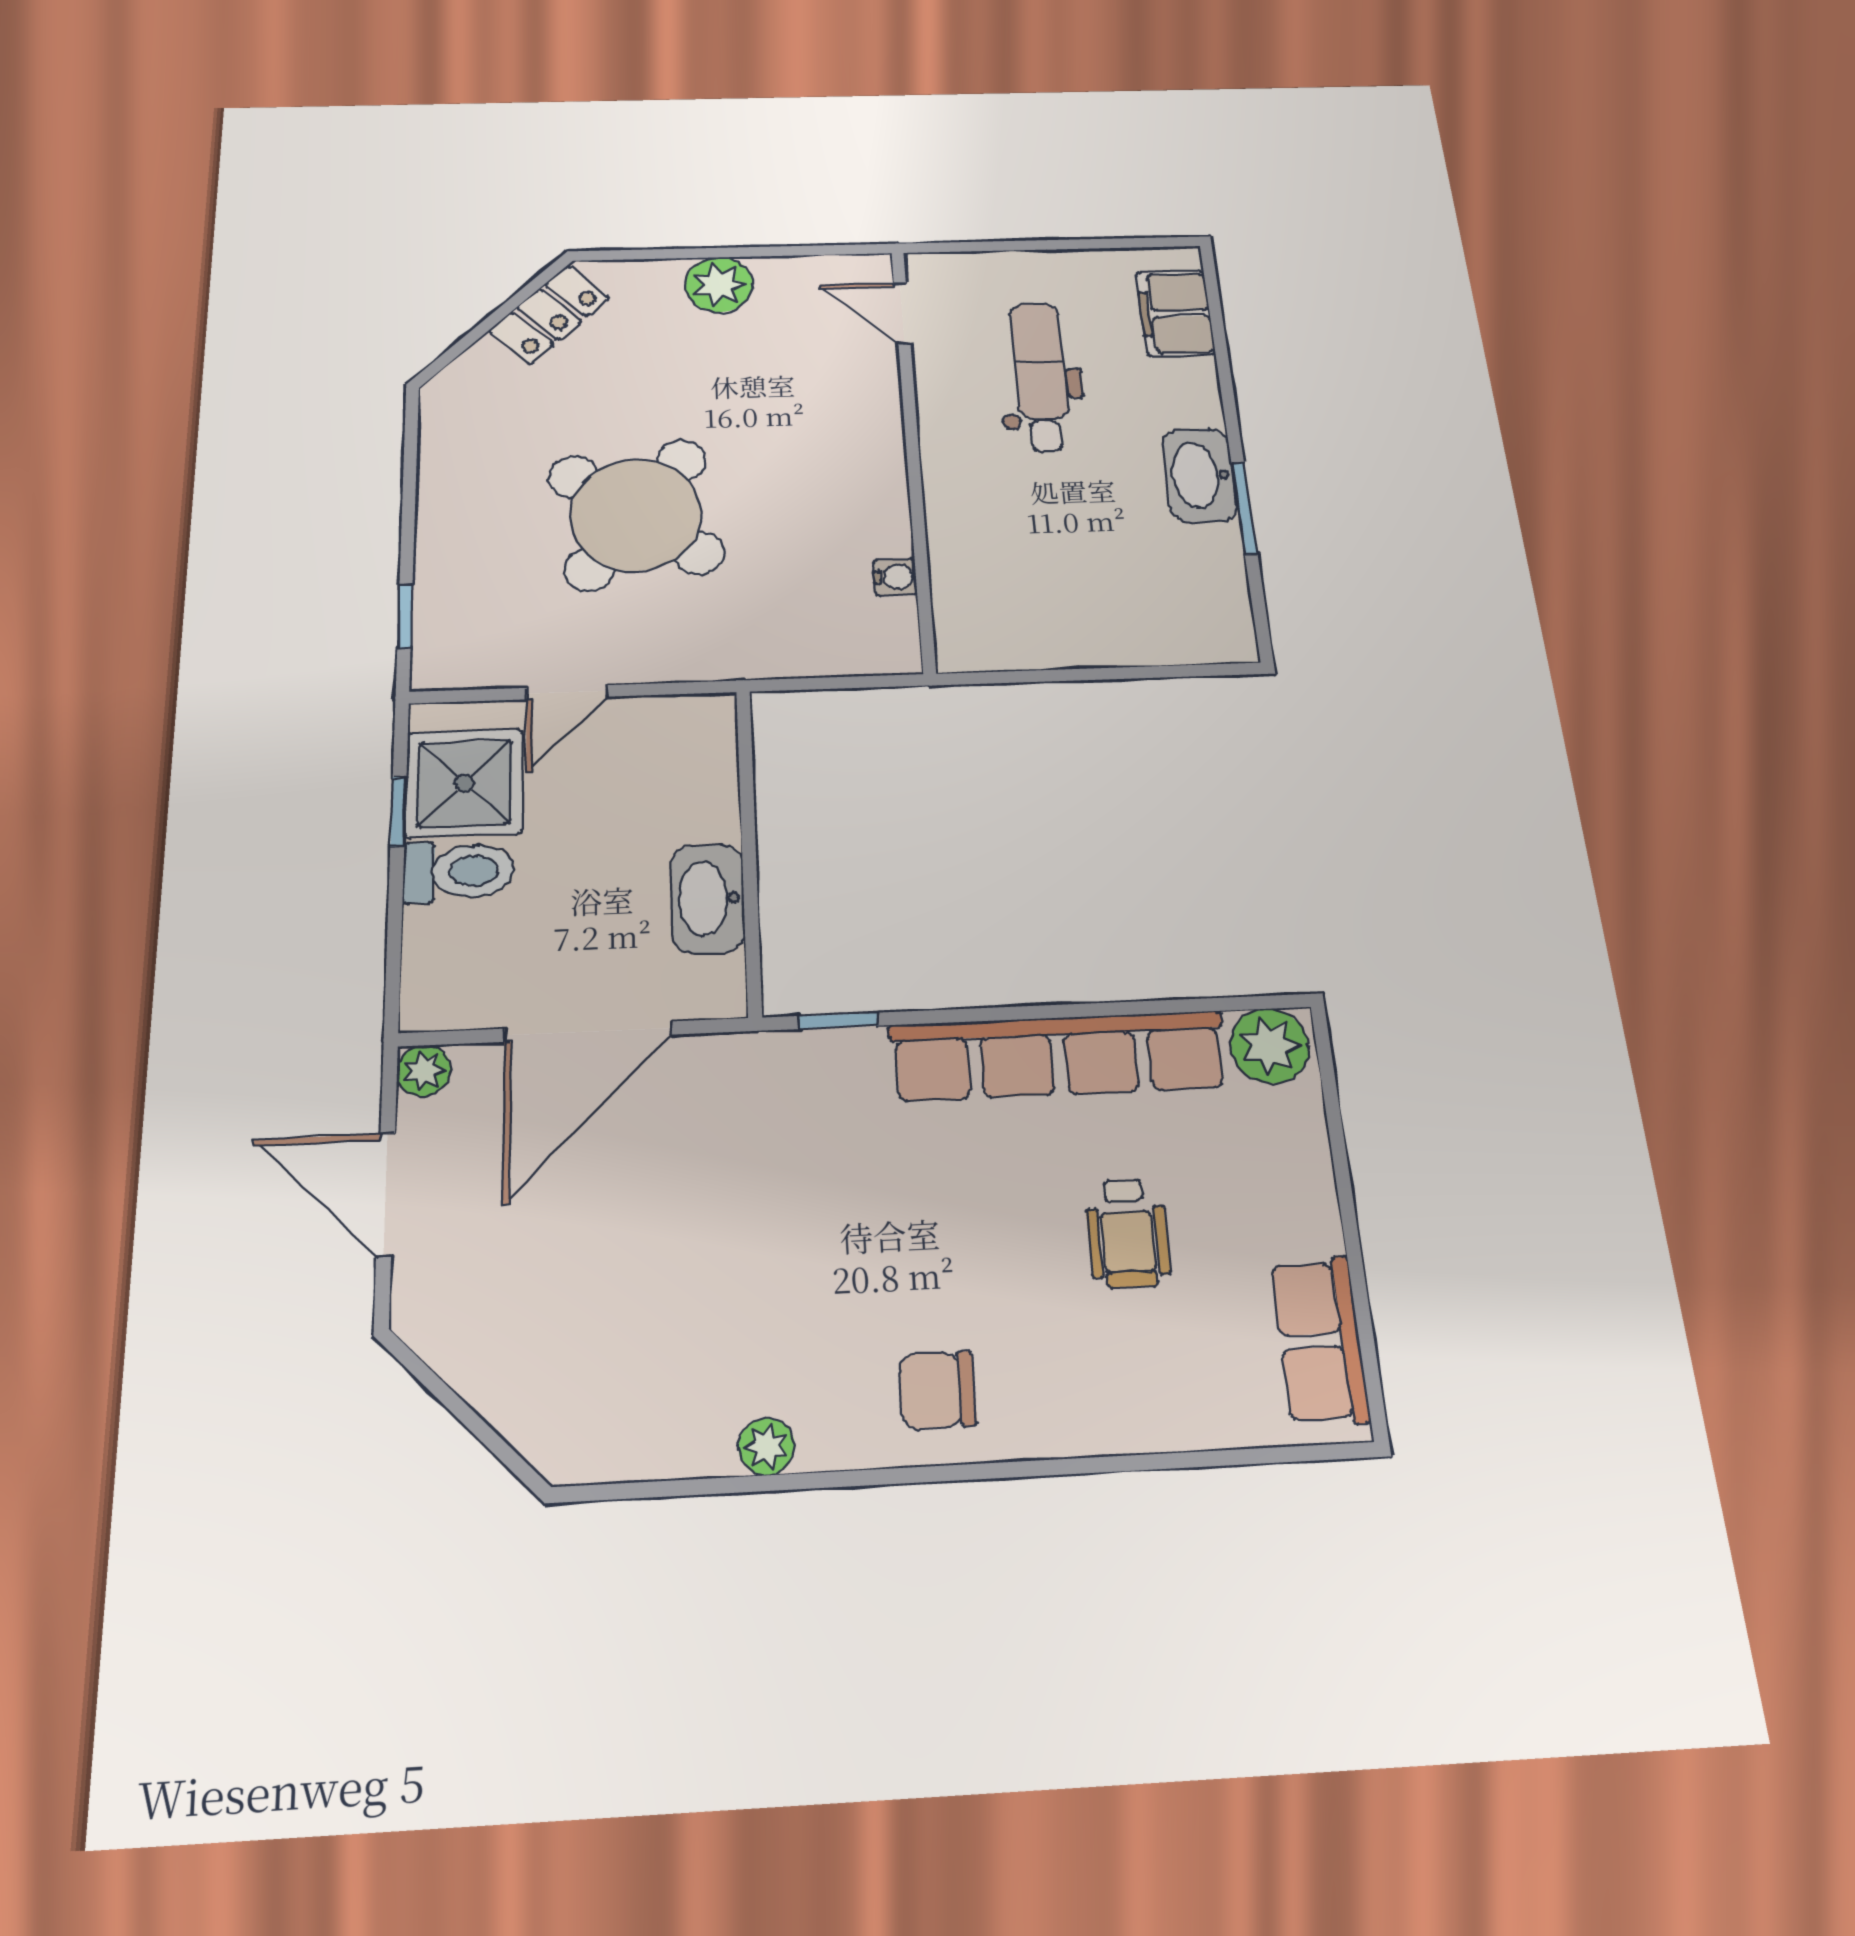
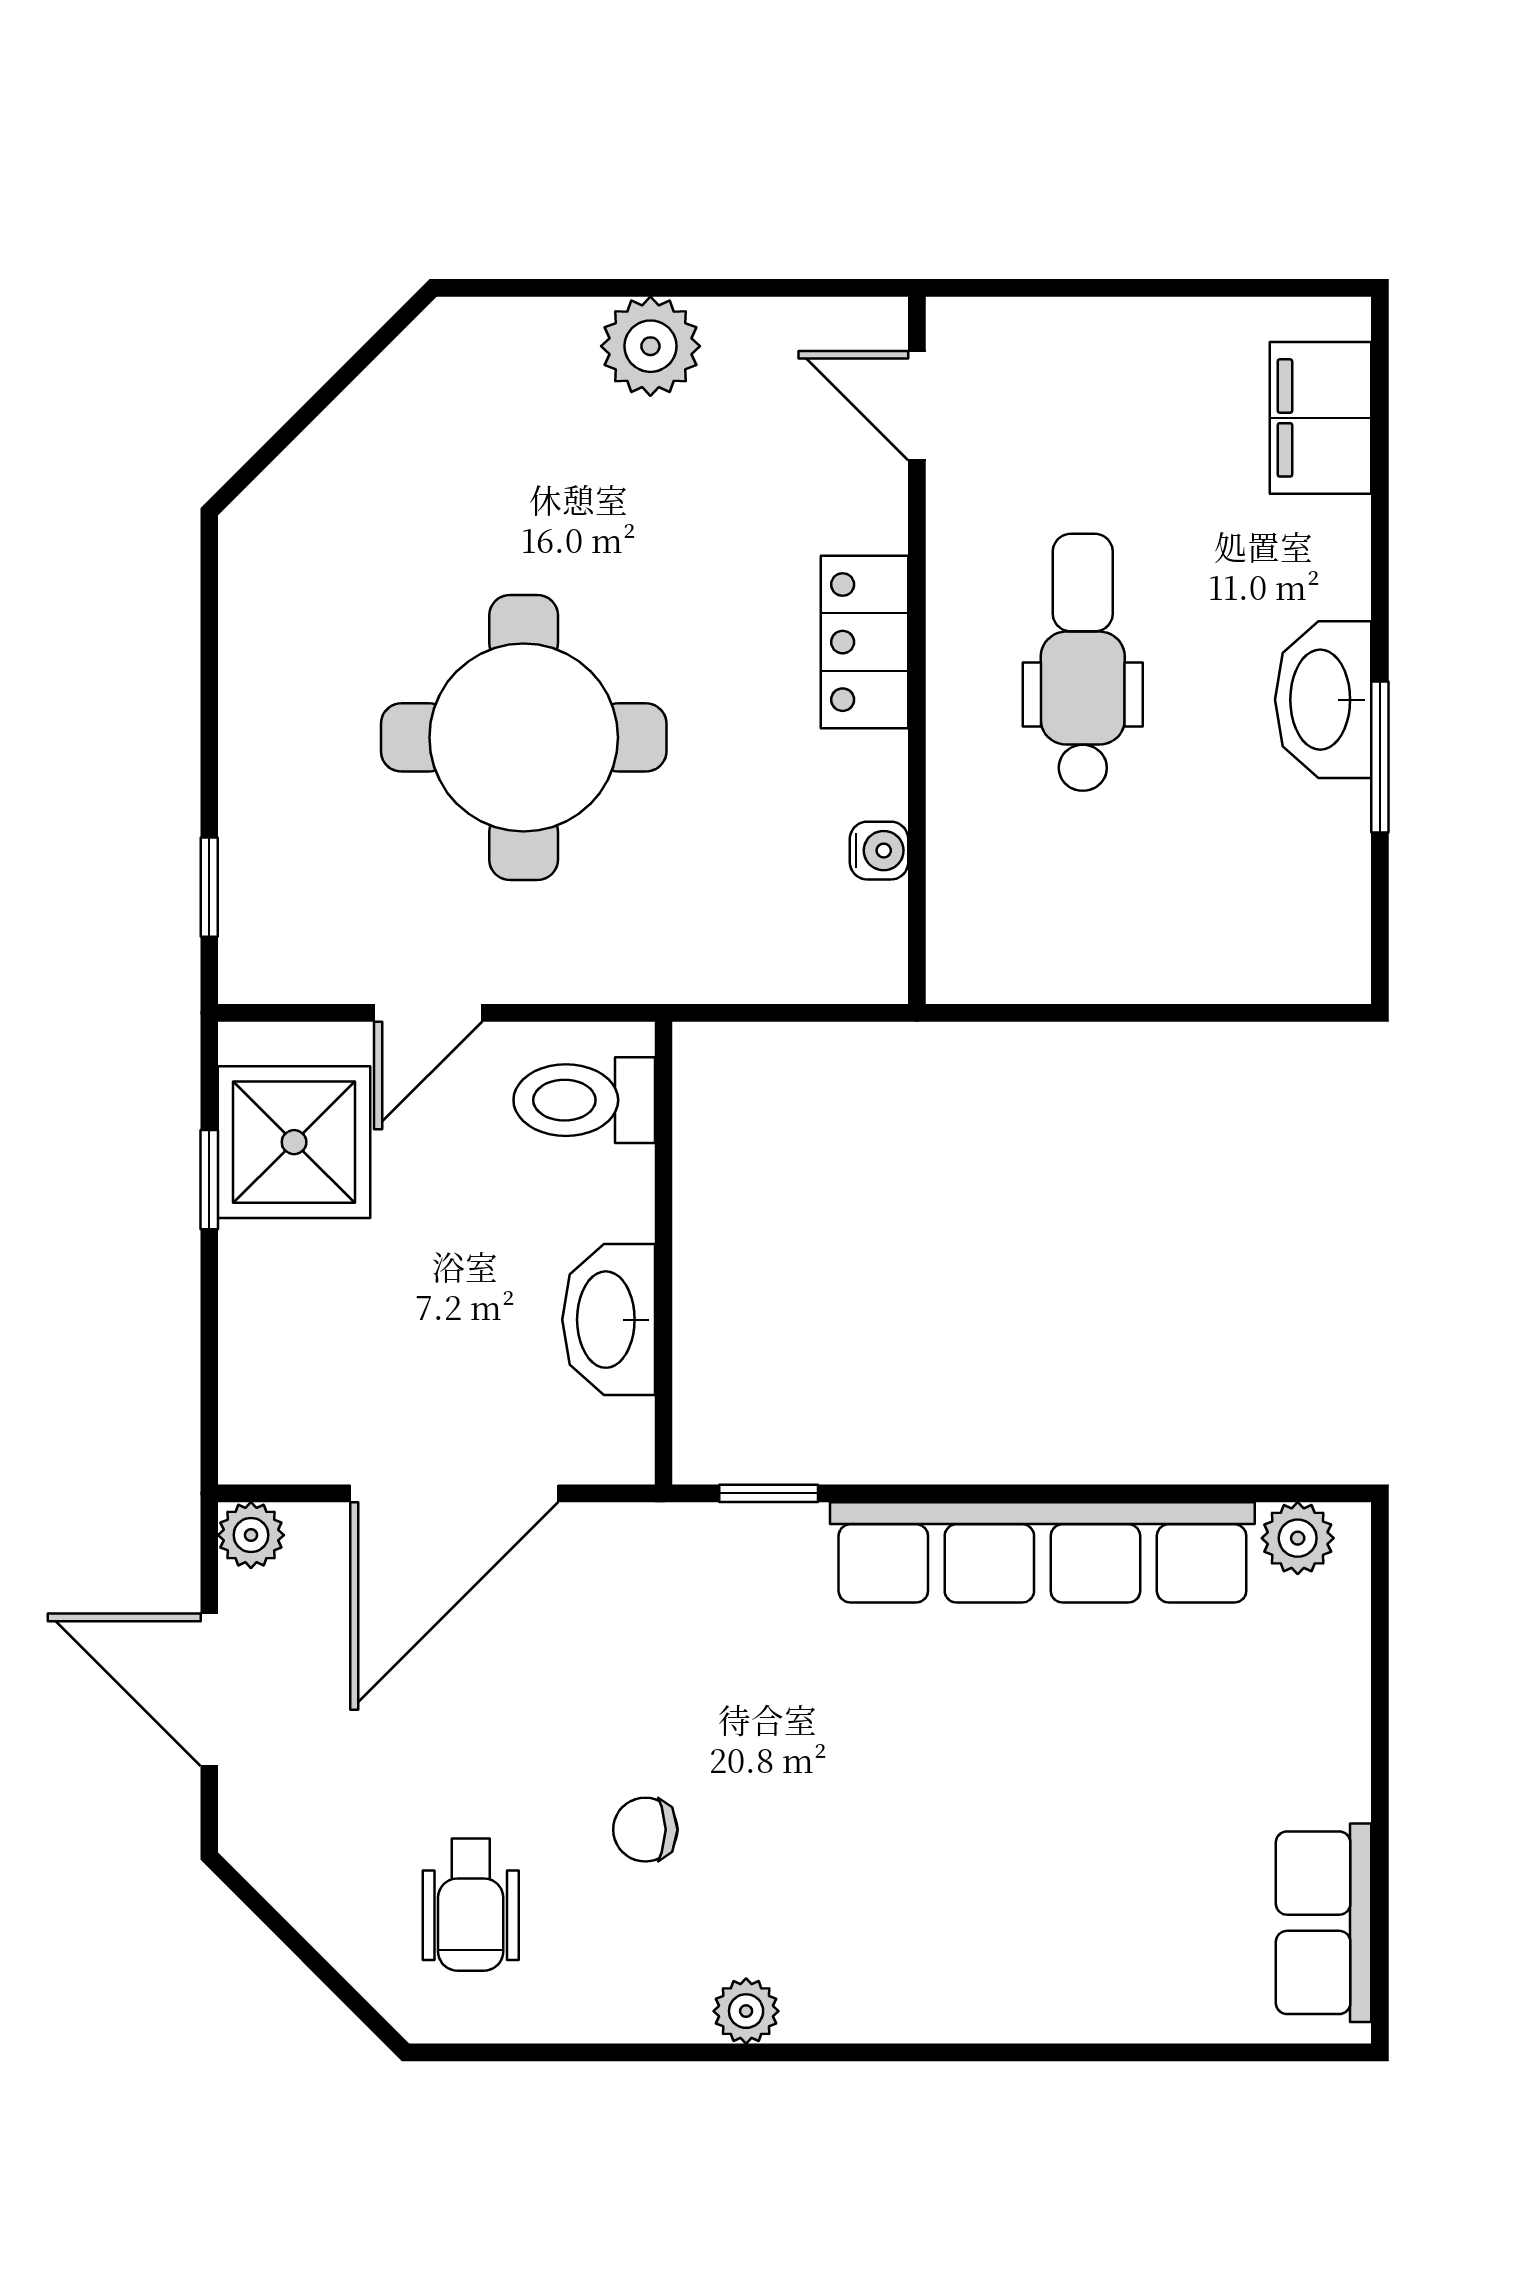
locker: (549, 314) -> (864, 642), moved, turned 135
dental chair: (1040, 377) -> (1083, 662), moved
round table: (636, 515) -> (524, 737), turned -37
toilet: (458, 871) -> (584, 1100), moved, turned 180
plant: (1270, 1046) -> (1298, 1538), width x0.73, depth x0.73
wheelchair: (1127, 1233) -> (471, 1905), moved
chair: (937, 1390) -> (645, 1830), moved, width x0.73, depth x0.73
plant: (767, 1447) -> (746, 2011), moved

